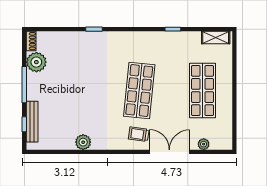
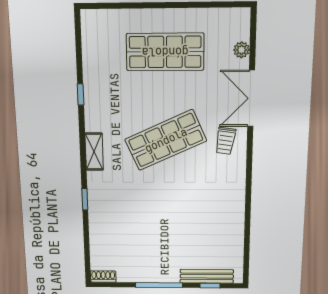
shelving: (216, 37) -> (94, 152), moved
plant: (36, 62) -> (130, 271), removed
shop shelf: (139, 91) -> (166, 140), turned -30
plant: (83, 142) -> (235, 213), removed

